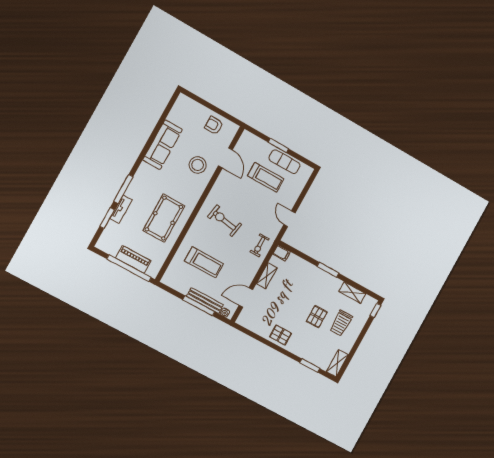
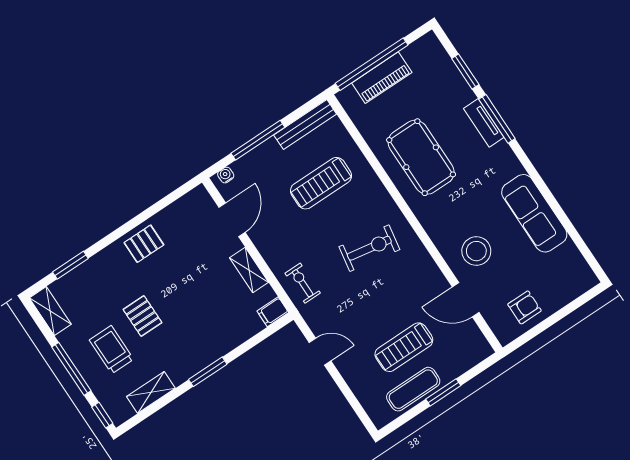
tv unit: (121, 209) -> (484, 123), moved
bench: (205, 301) -> (305, 124), moved
window: (360, 338) -> (71, 369), added

